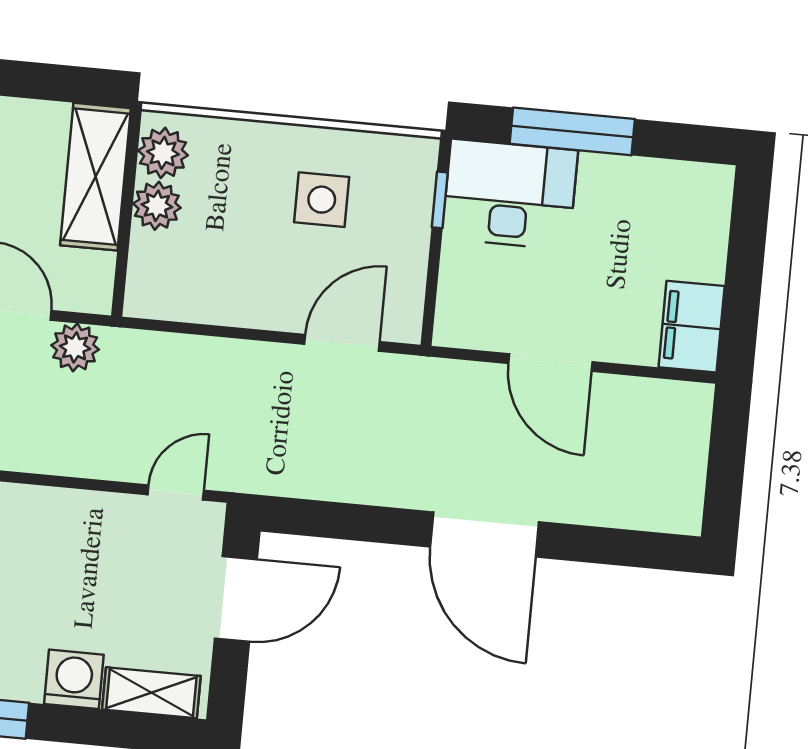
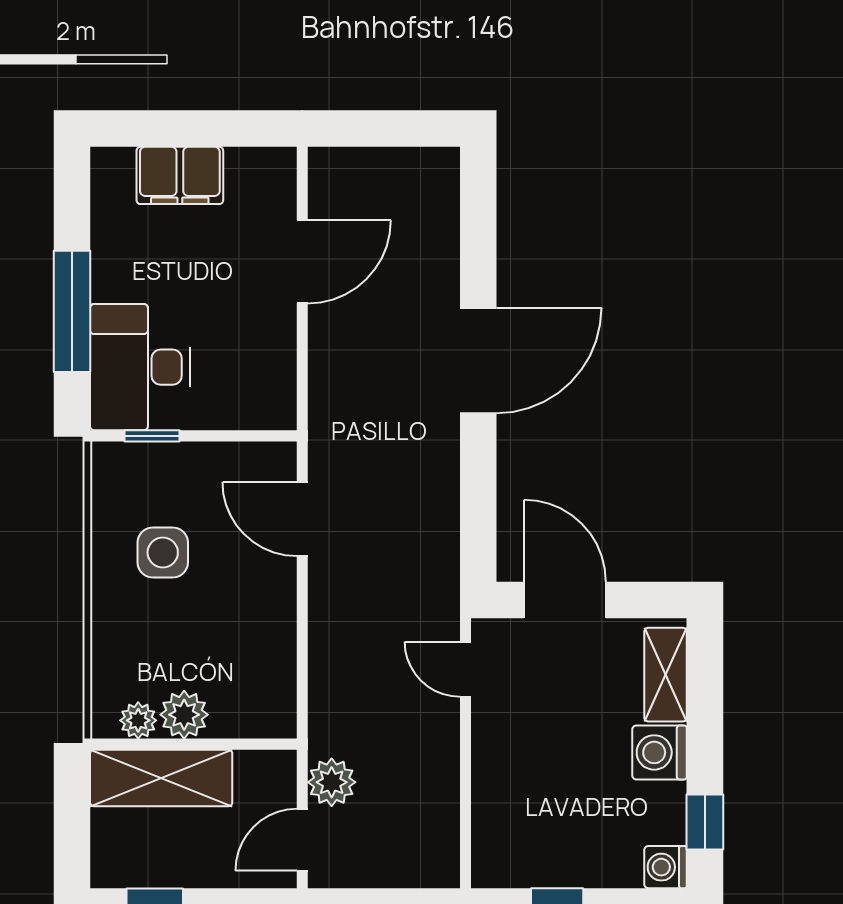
plant: (163, 153) -> (138, 720), width x0.73, depth x0.73
filing cabinet: (692, 327) -> (180, 175), moved
door: (550, 363) -> (302, 262), moved

